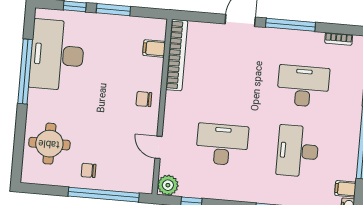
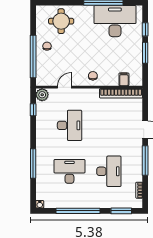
filing cabinet: (345, 189) -> (49, 202), removed

